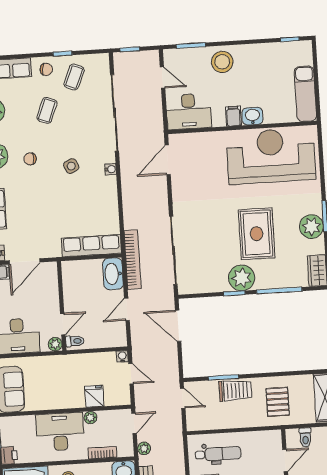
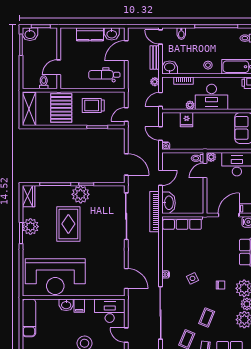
door: (168, 160) -> (126, 279), hinge flipped
trolley: (235, 391) -> (93, 106), moved
door: (183, 398) -> (126, 114), hinge flipped
pallet: (278, 402) -> (61, 108), width x1.50, depth x1.42

